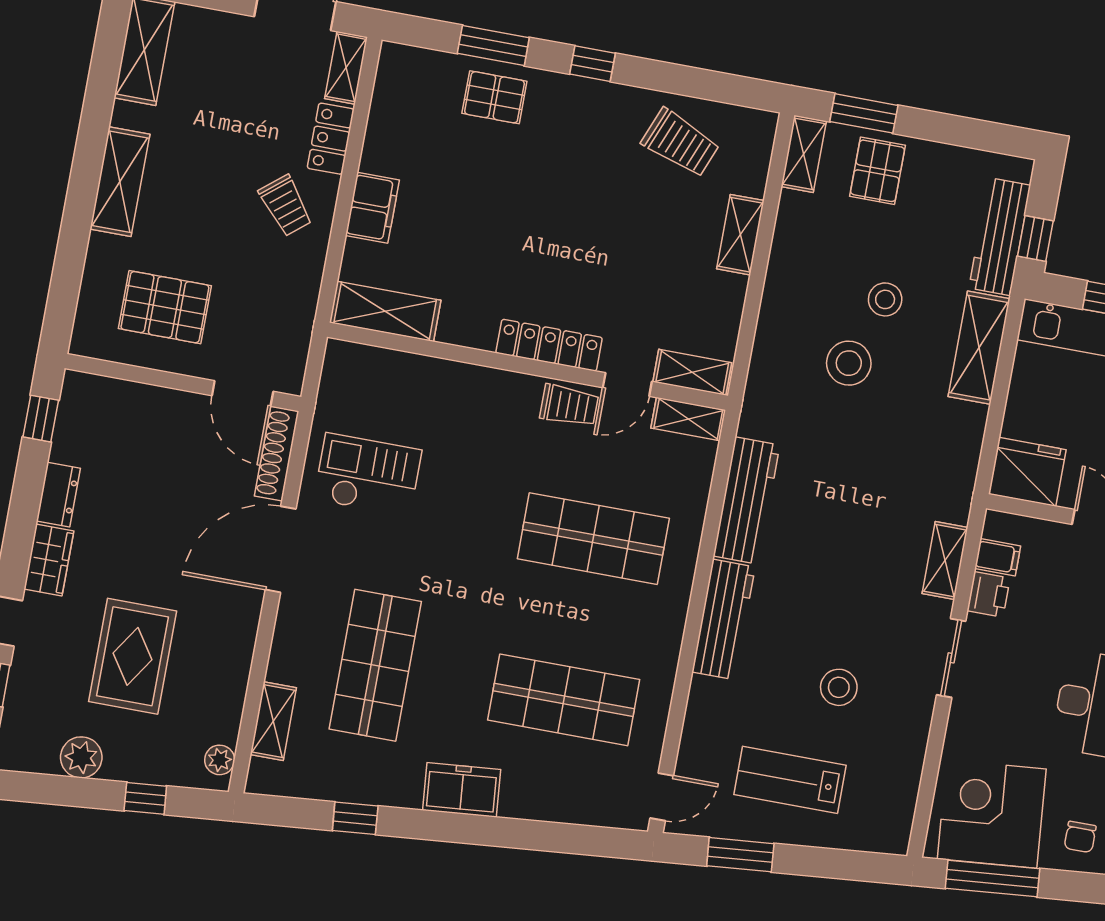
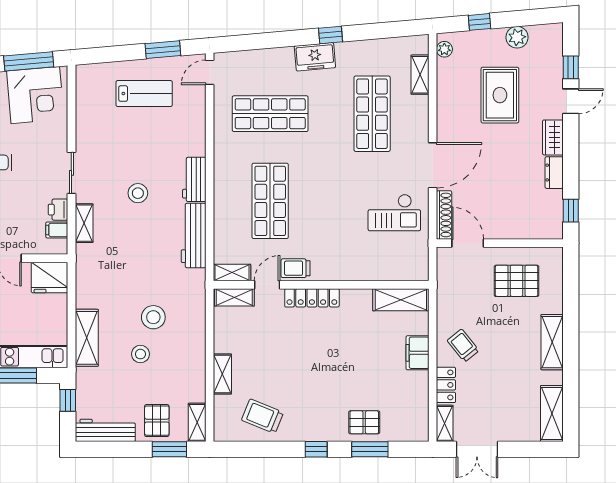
workbench: (1000, 237) -> (105, 430), moved, turned -90
shop shelf: (593, 539) -> (270, 201), turned 90
workbench: (724, 619) -> (194, 179), width x0.73
stool: (839, 687) -> (138, 193), moved
window: (355, 818) -> (330, 35), moved

